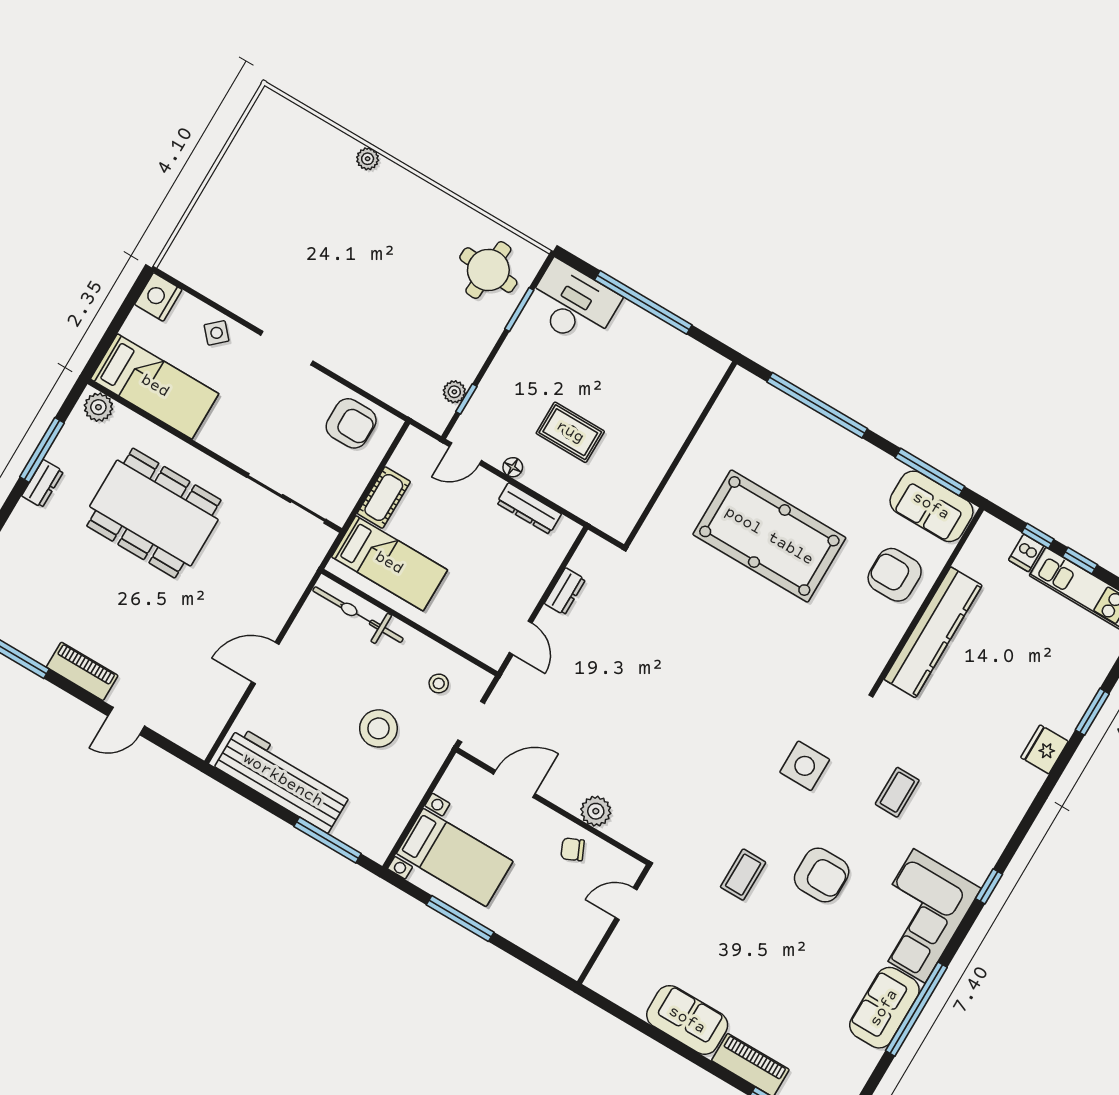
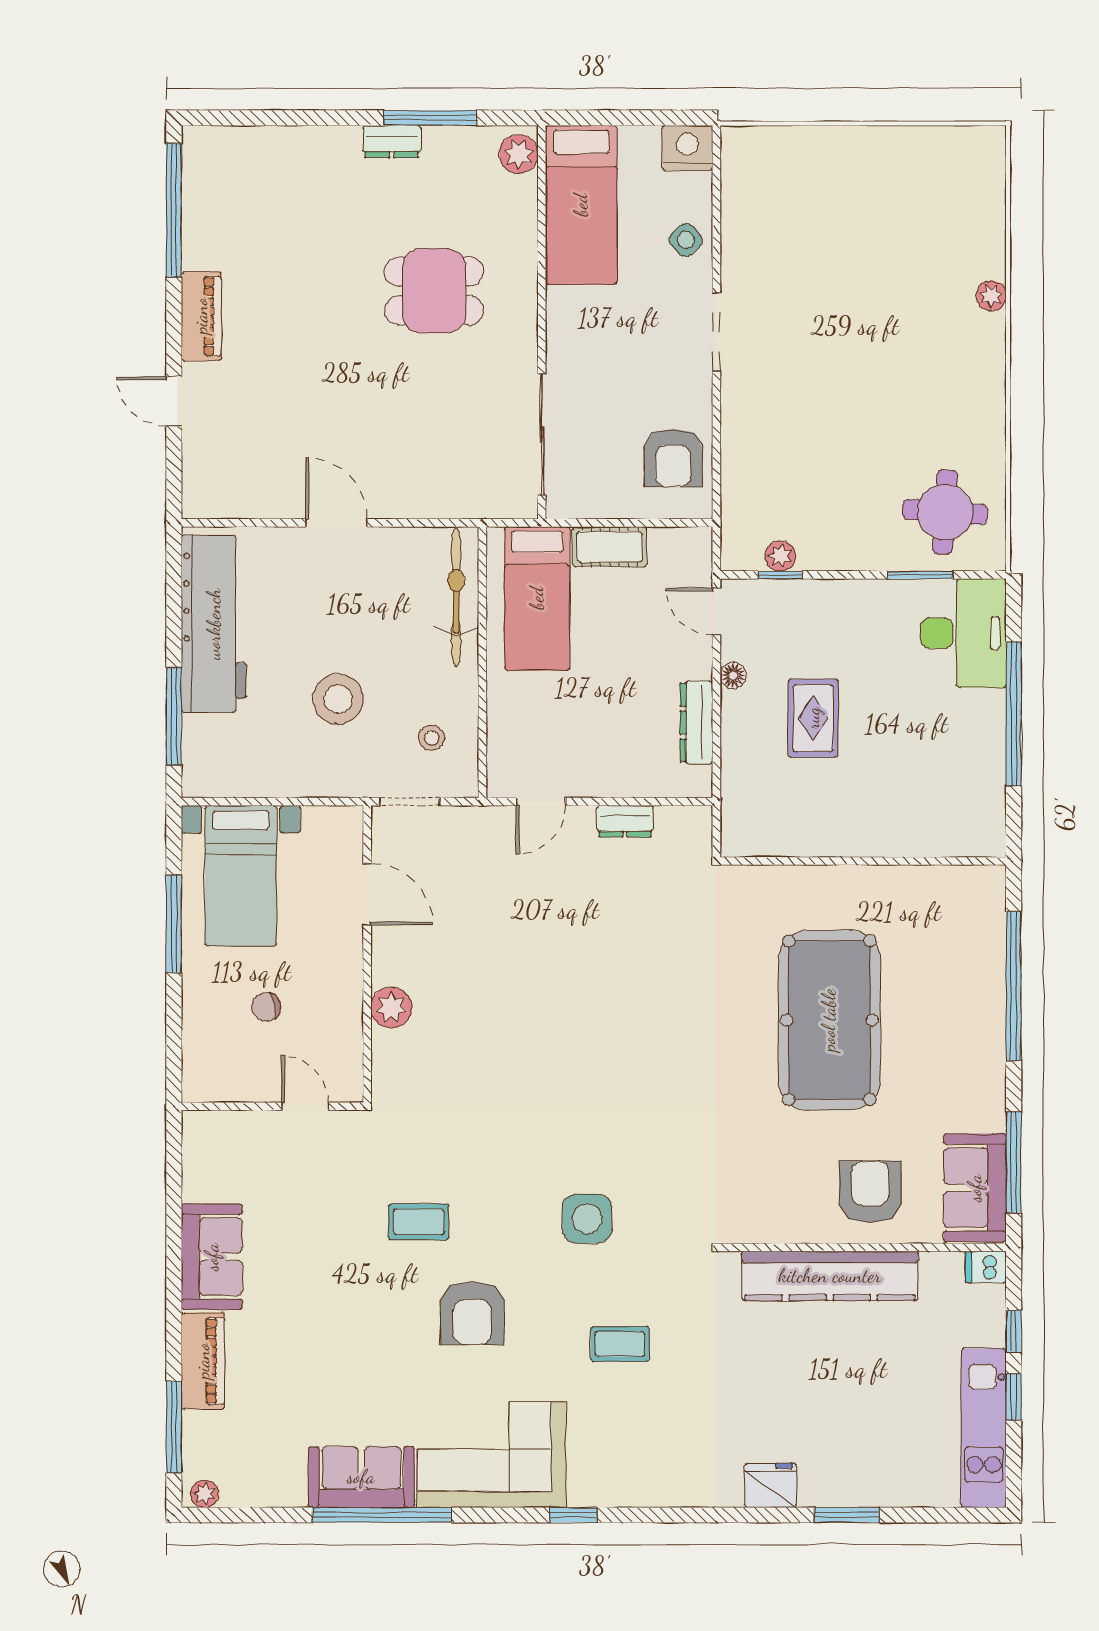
dining table: (154, 513) -> (434, 291), width x0.53, depth x0.80
dishwasher: (1026, 553) -> (986, 1267), moved
chair: (573, 849) -> (266, 1007), moved, turned -78

